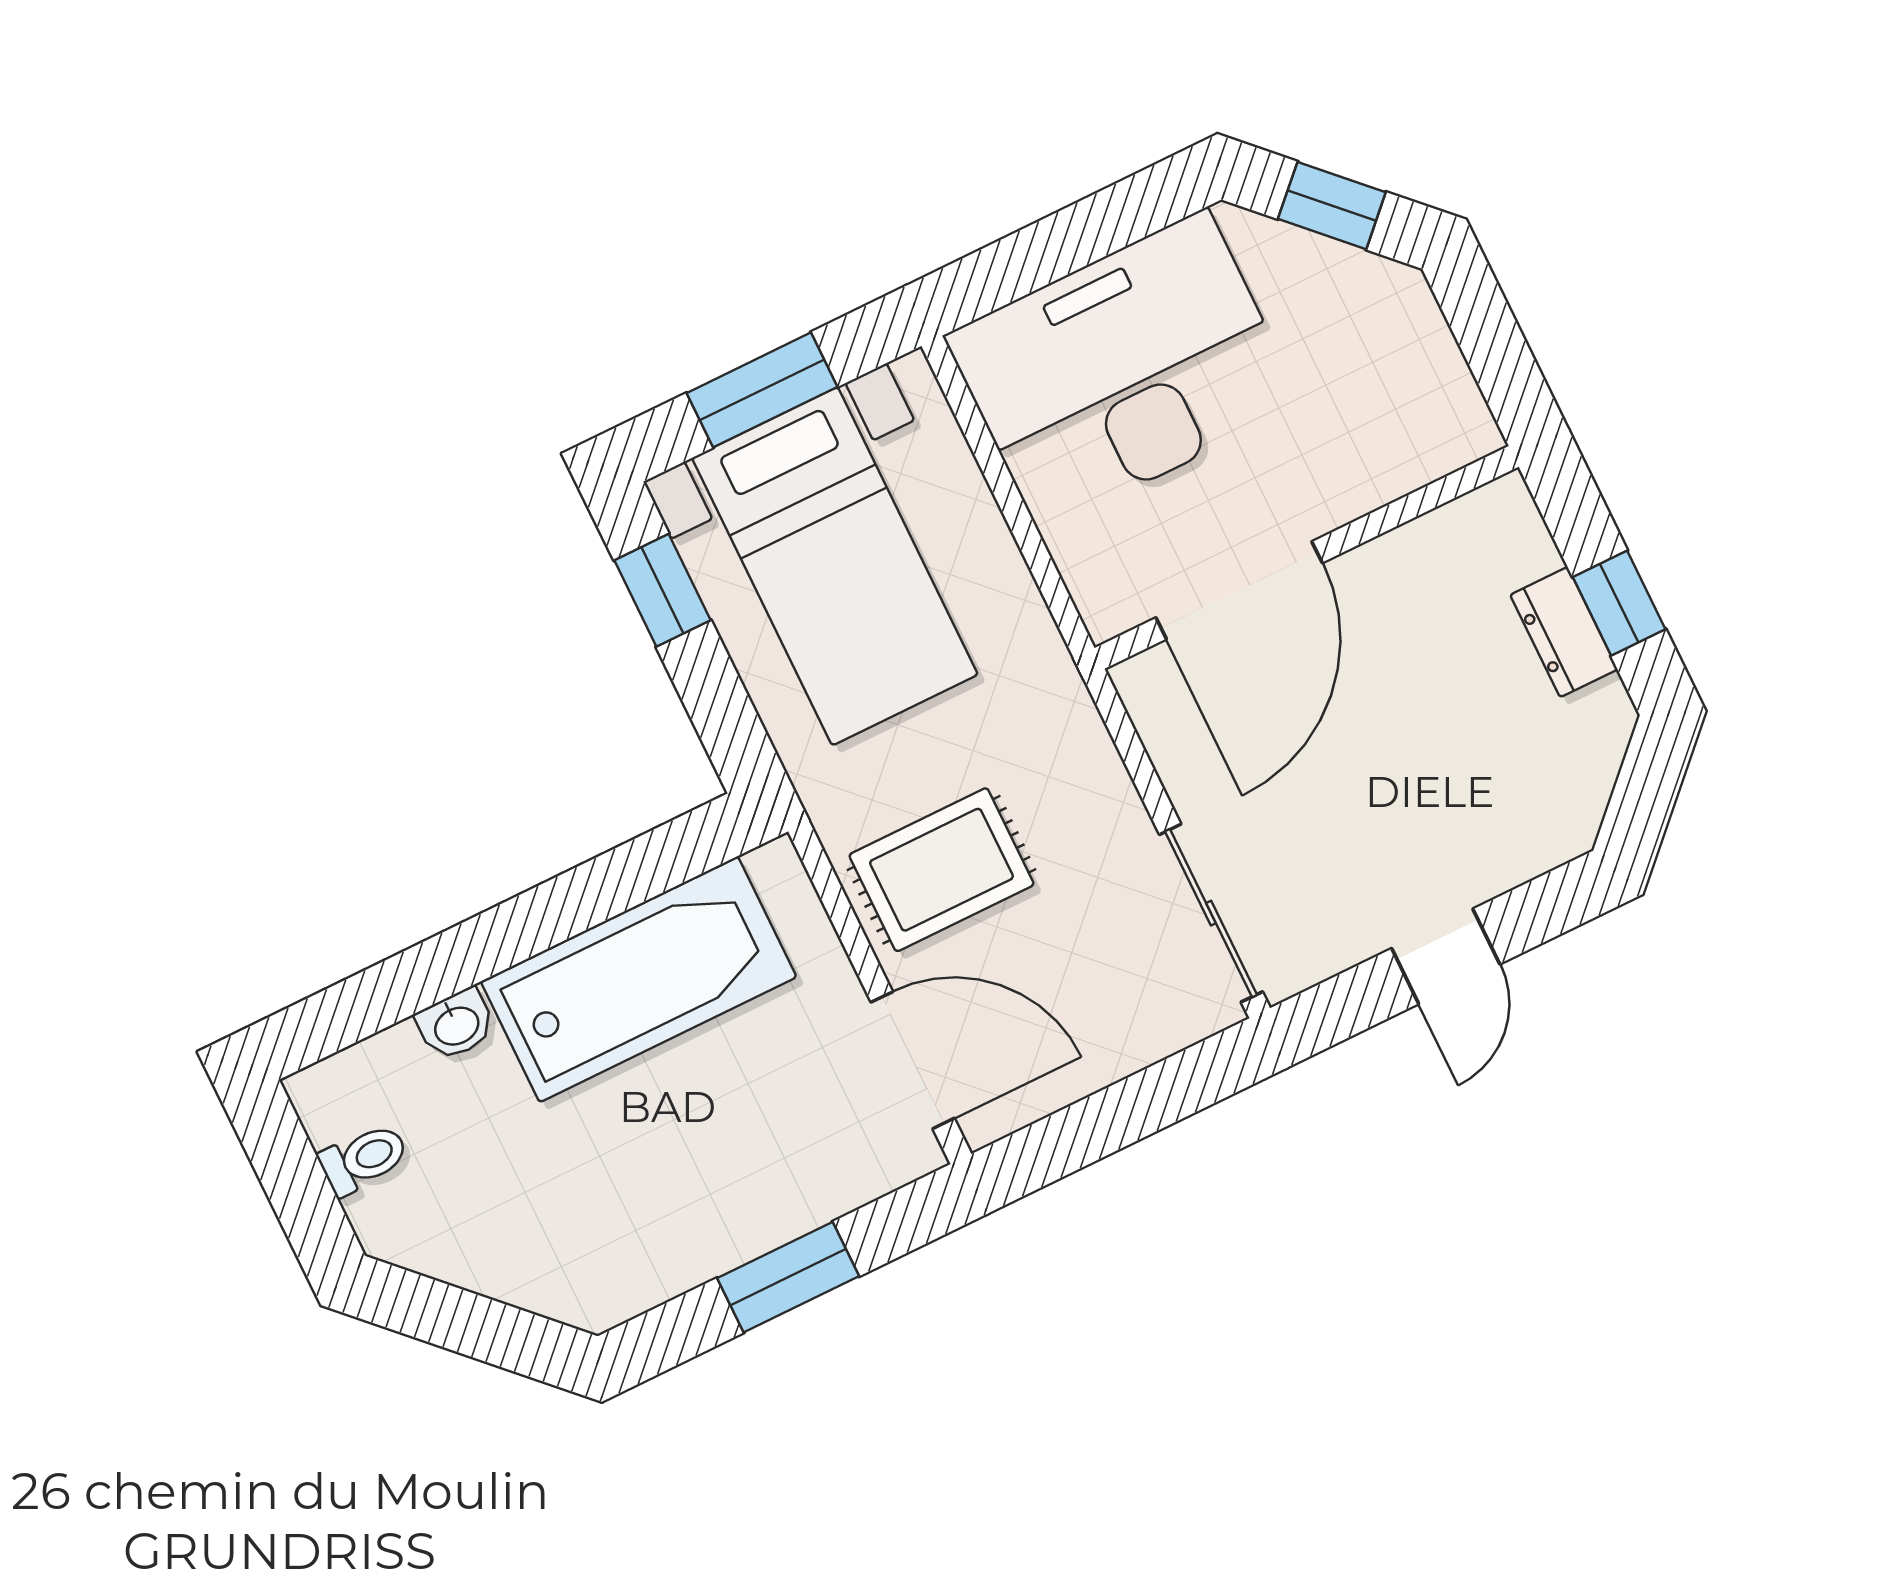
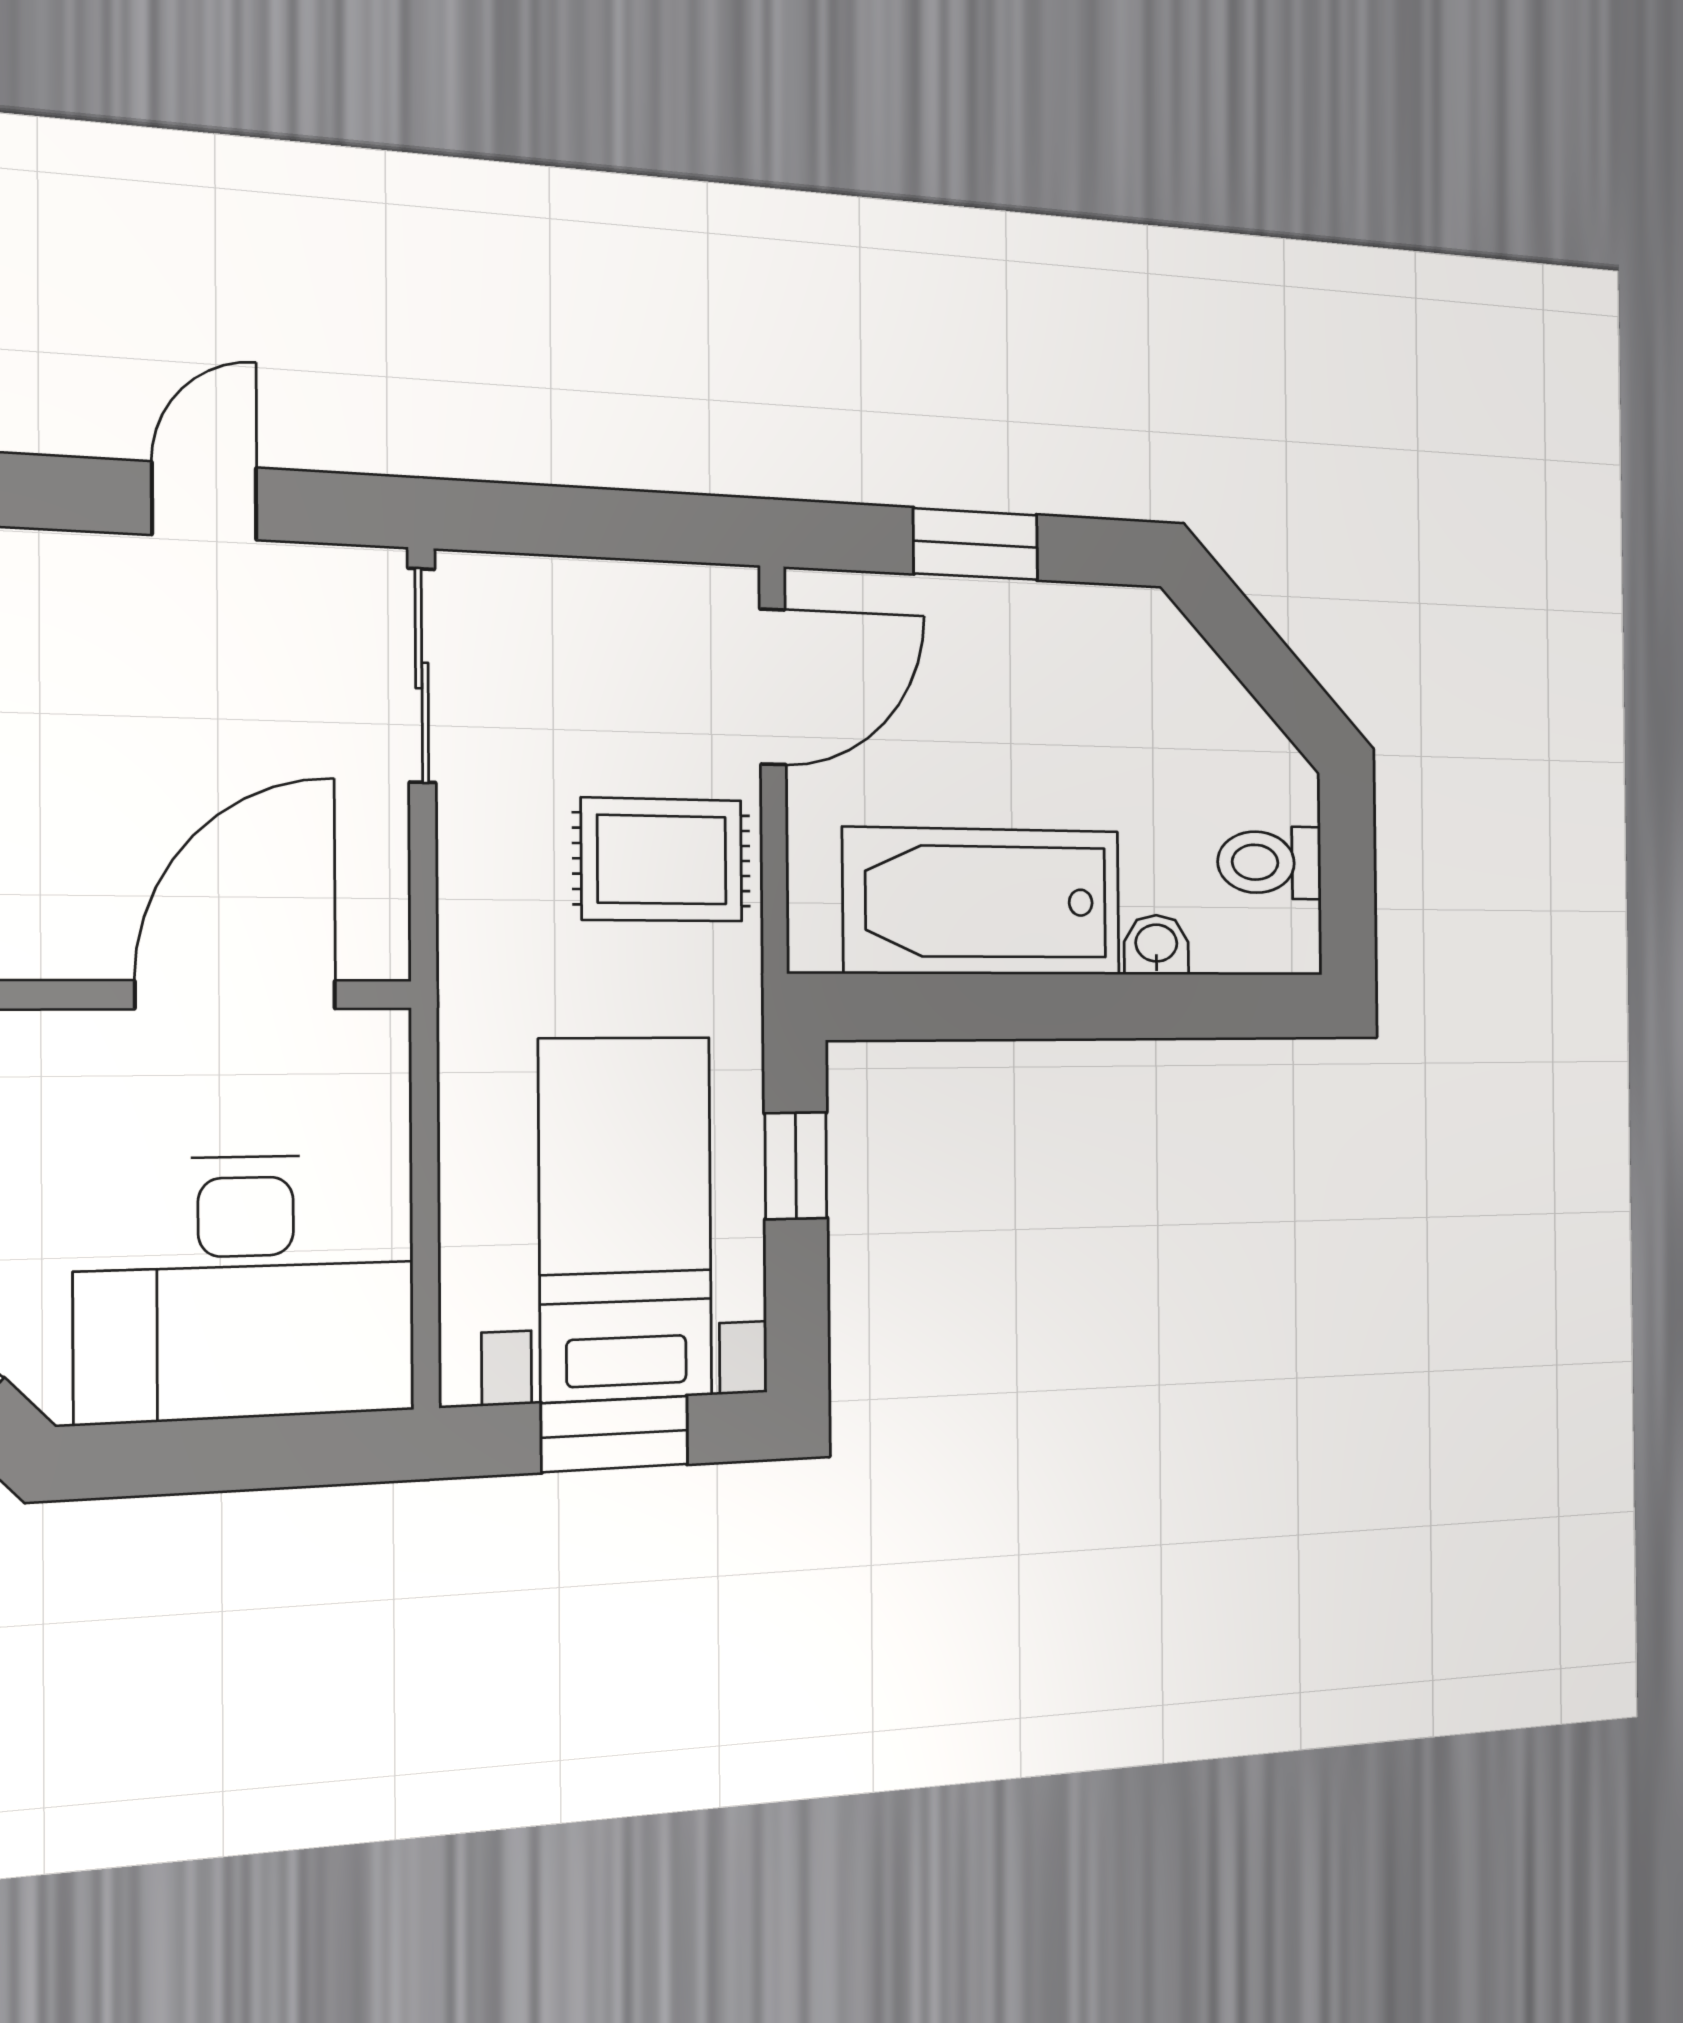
window: (662, 590) -> (796, 1166), moved
door: (913, 1060) -> (773, 687), swing flipped
toilet: (364, 1159) -> (1270, 862), width x1.37, depth x1.39

